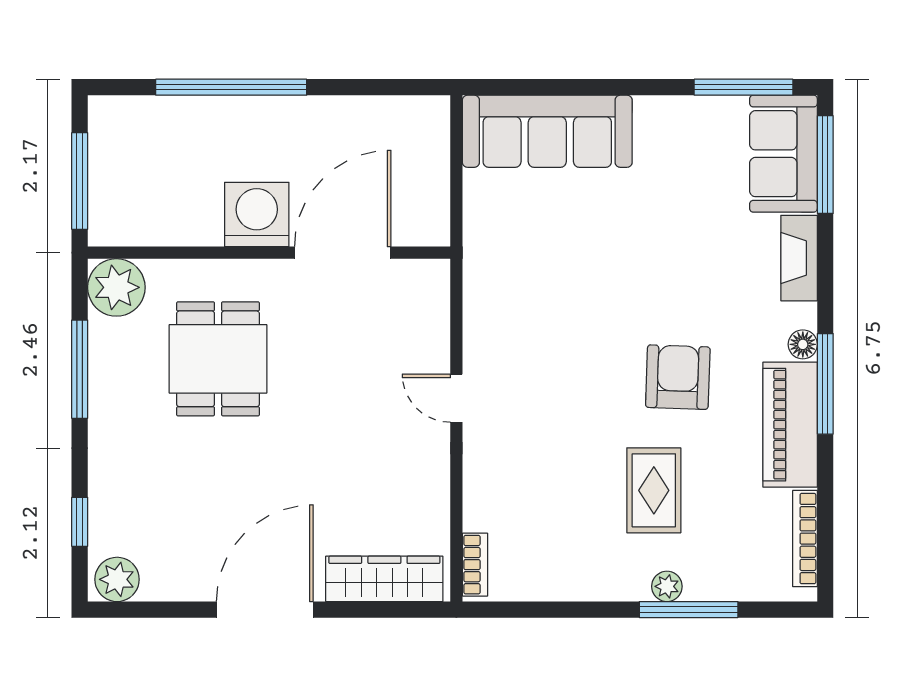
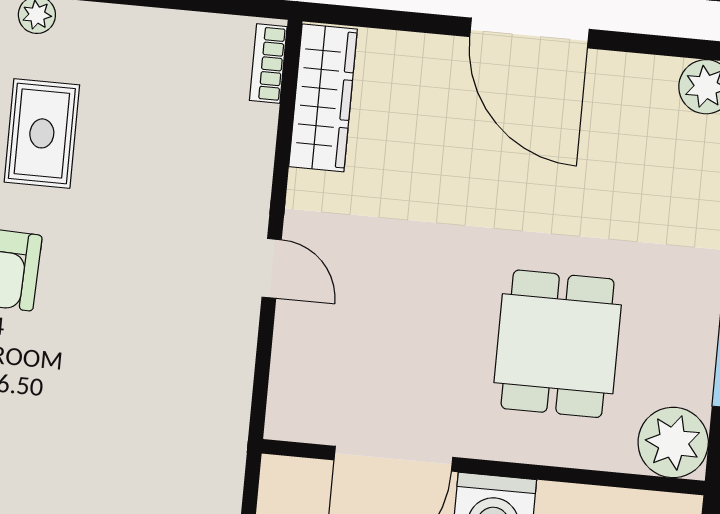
wardrobe: (384, 579) -> (323, 98), moved, turned -90
door: (265, 610) -> (529, 33), hinge flipped

